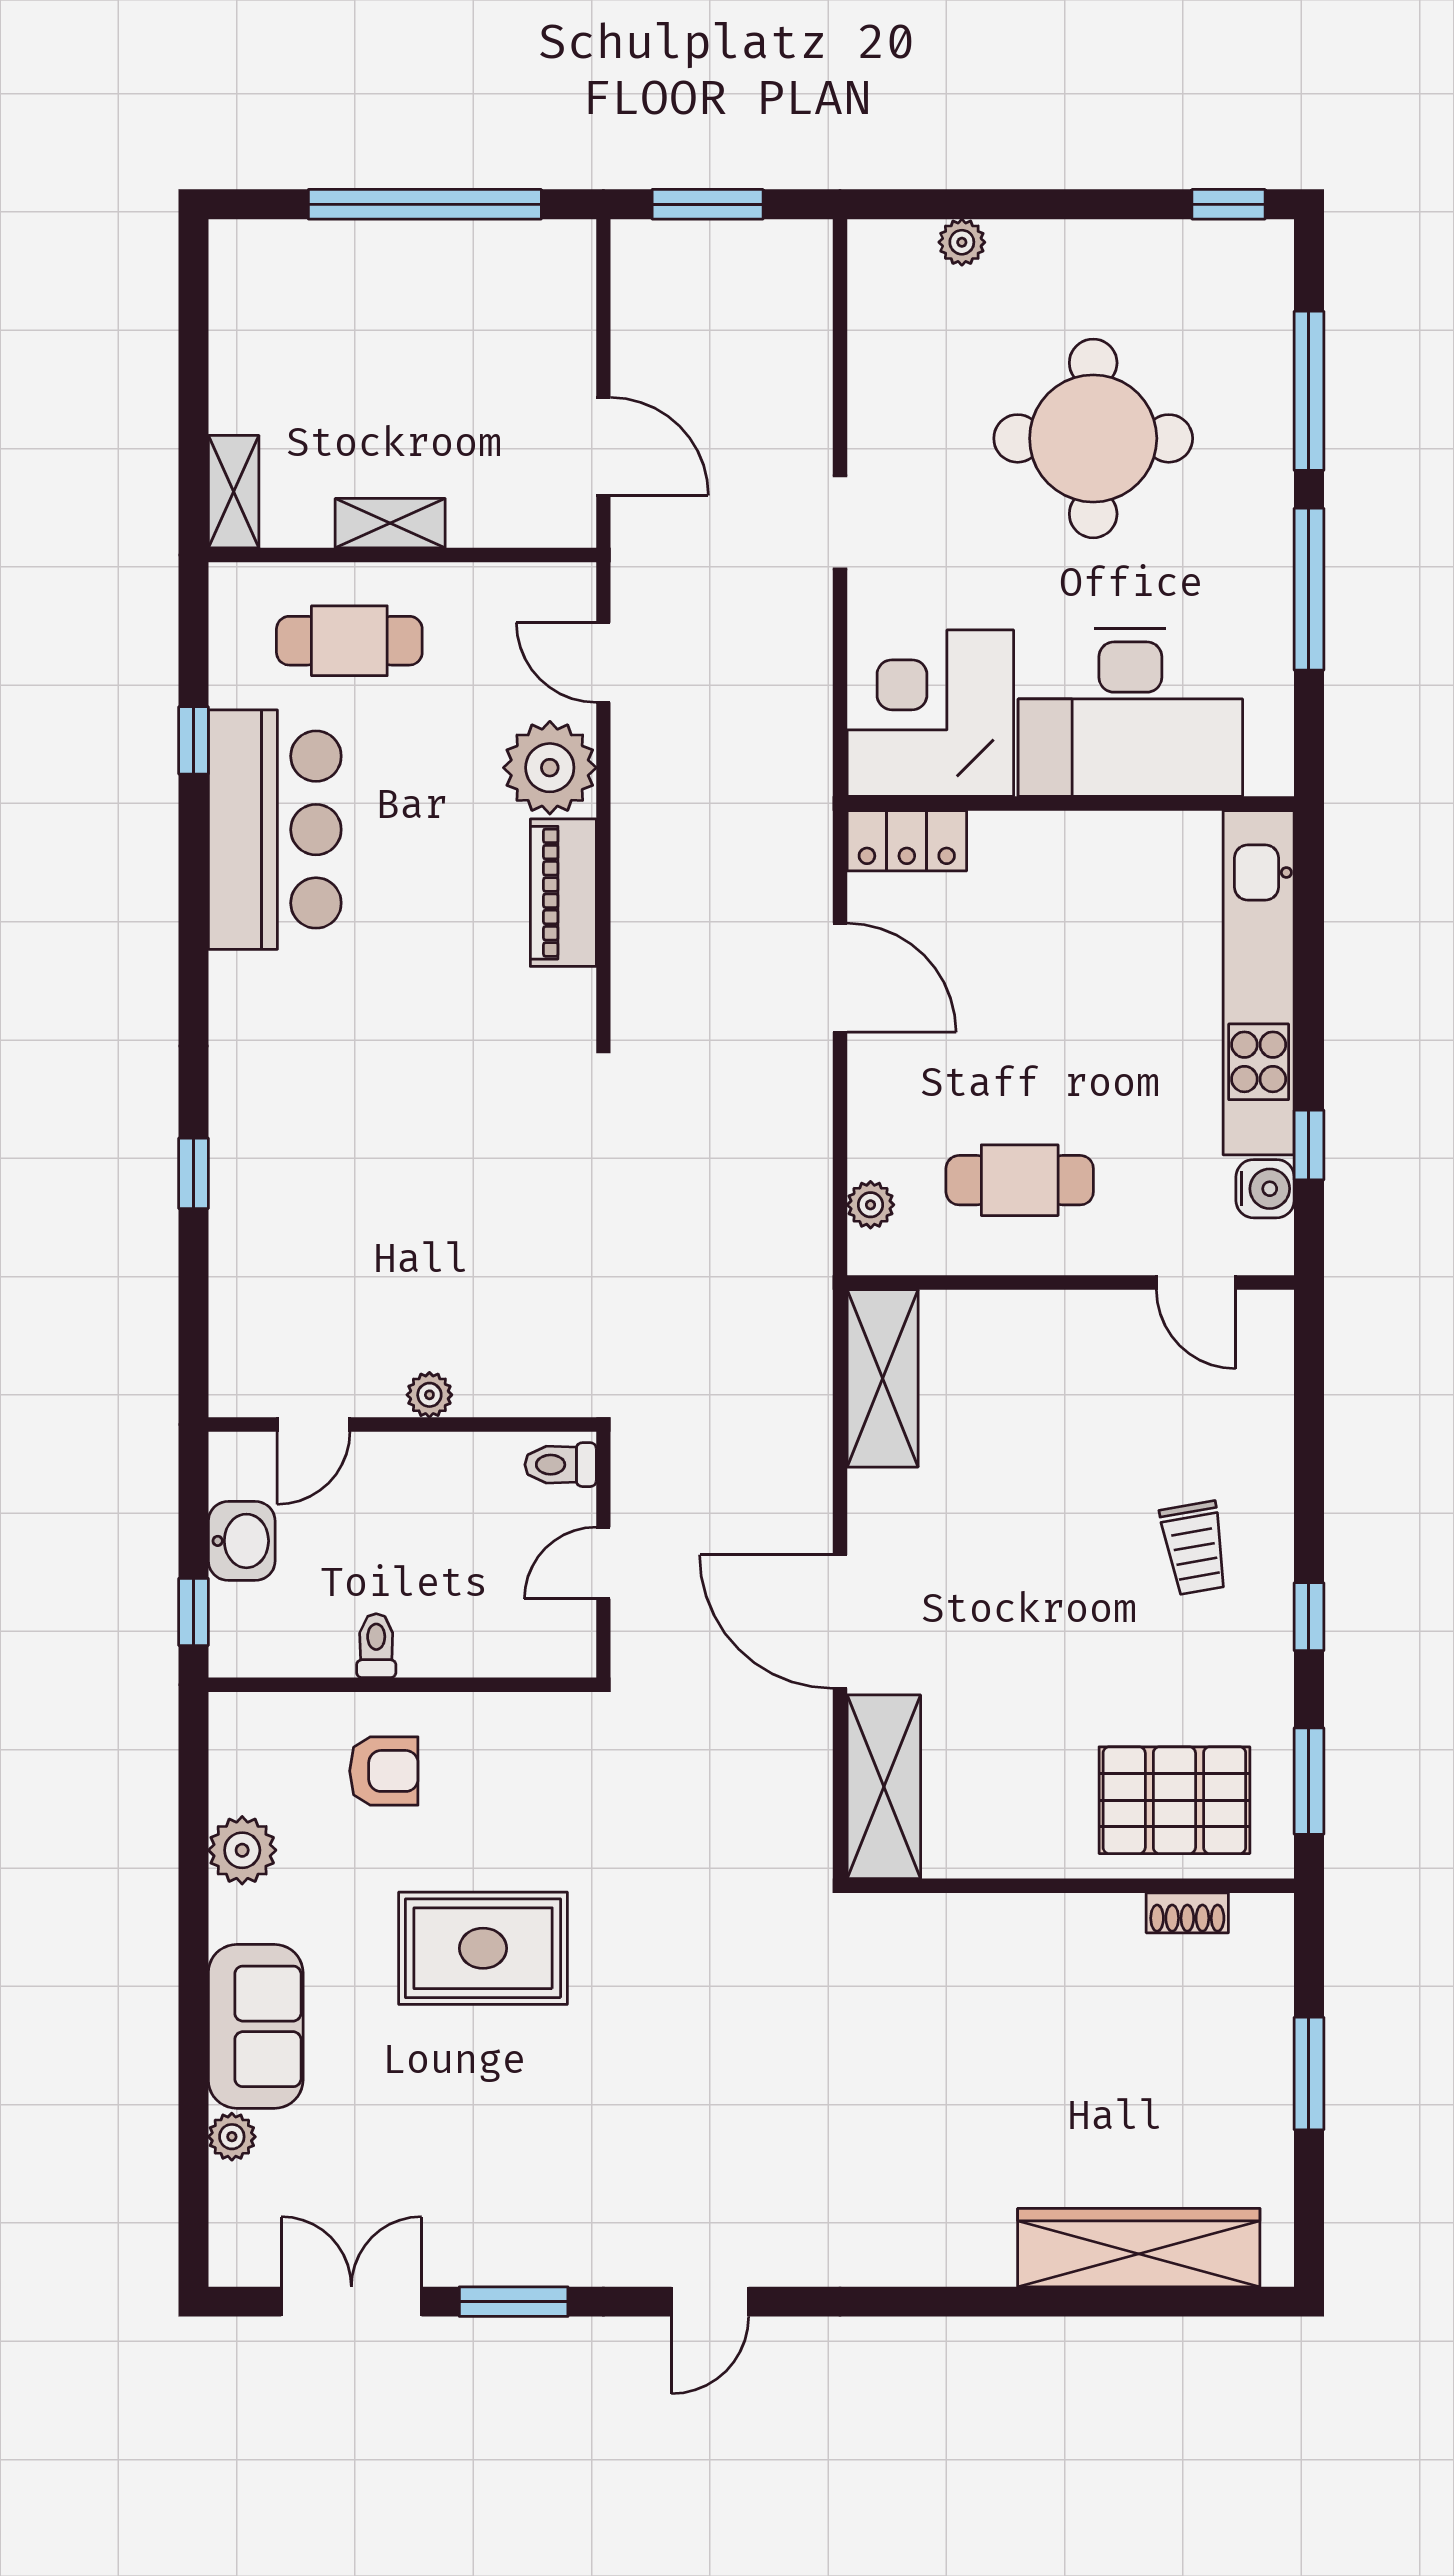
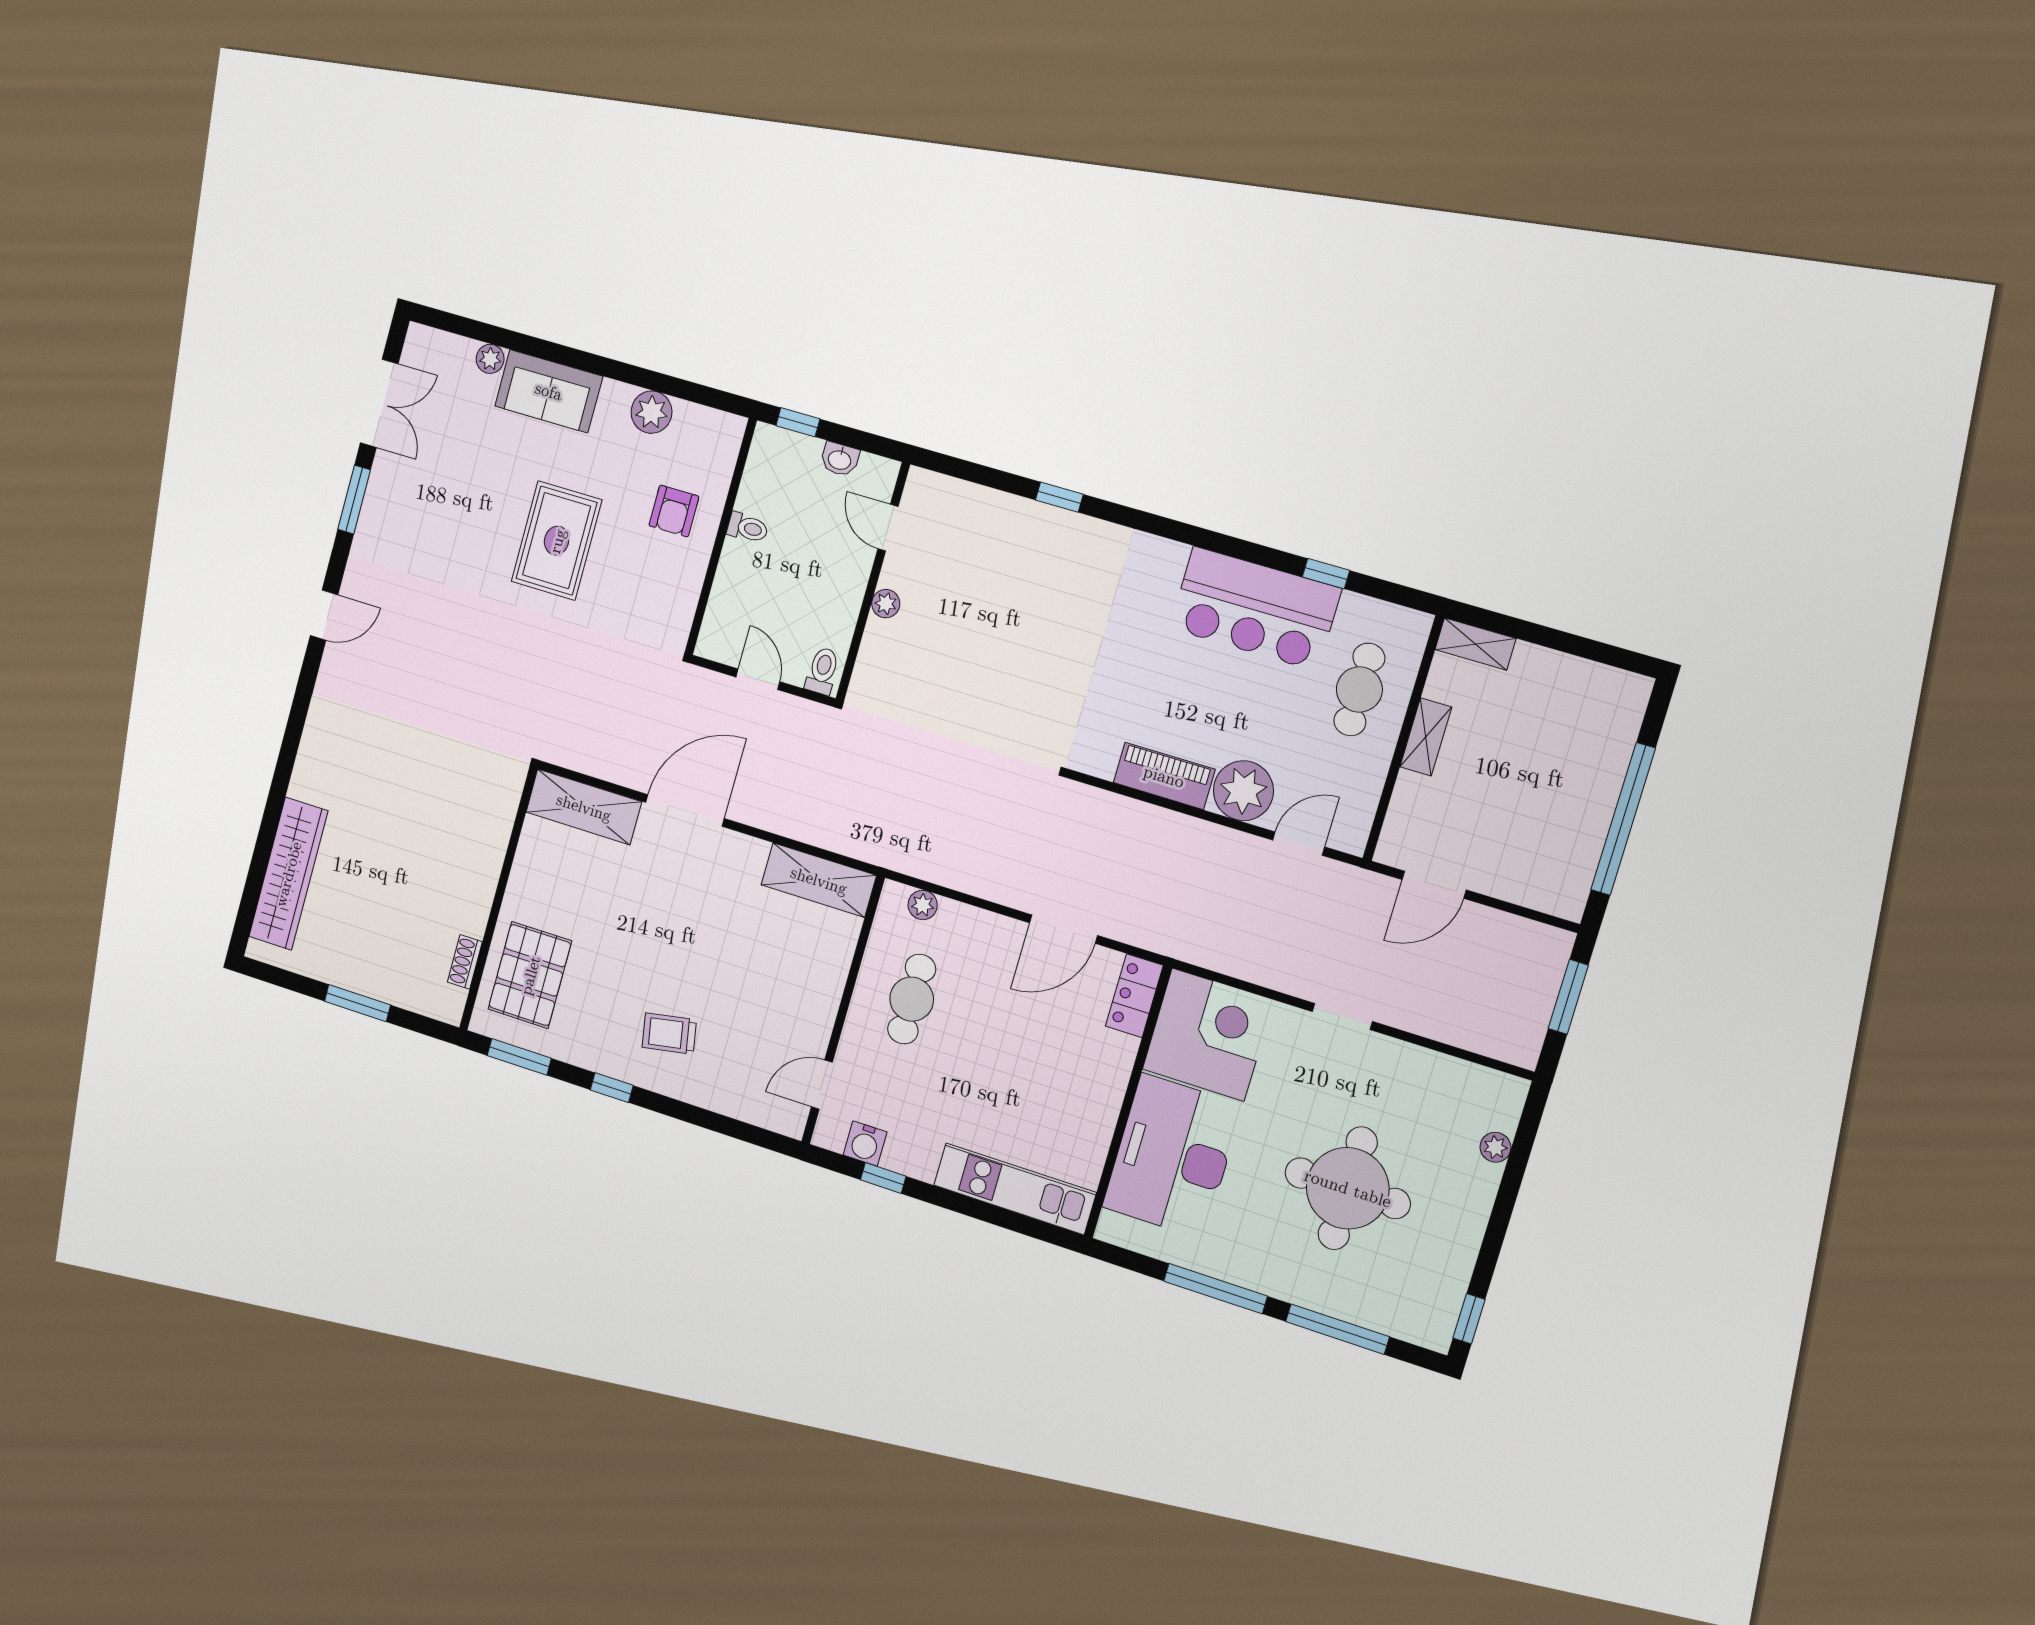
kitchen unit: (1259, 983) -> (1015, 1189), width x0.73
washbasin: (242, 1541) -> (840, 459), width x0.72, depth x0.69
door: (710, 2302) -> (324, 615), swing flipped

